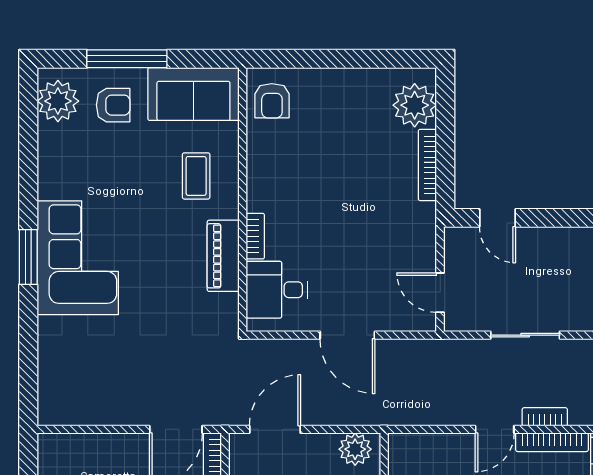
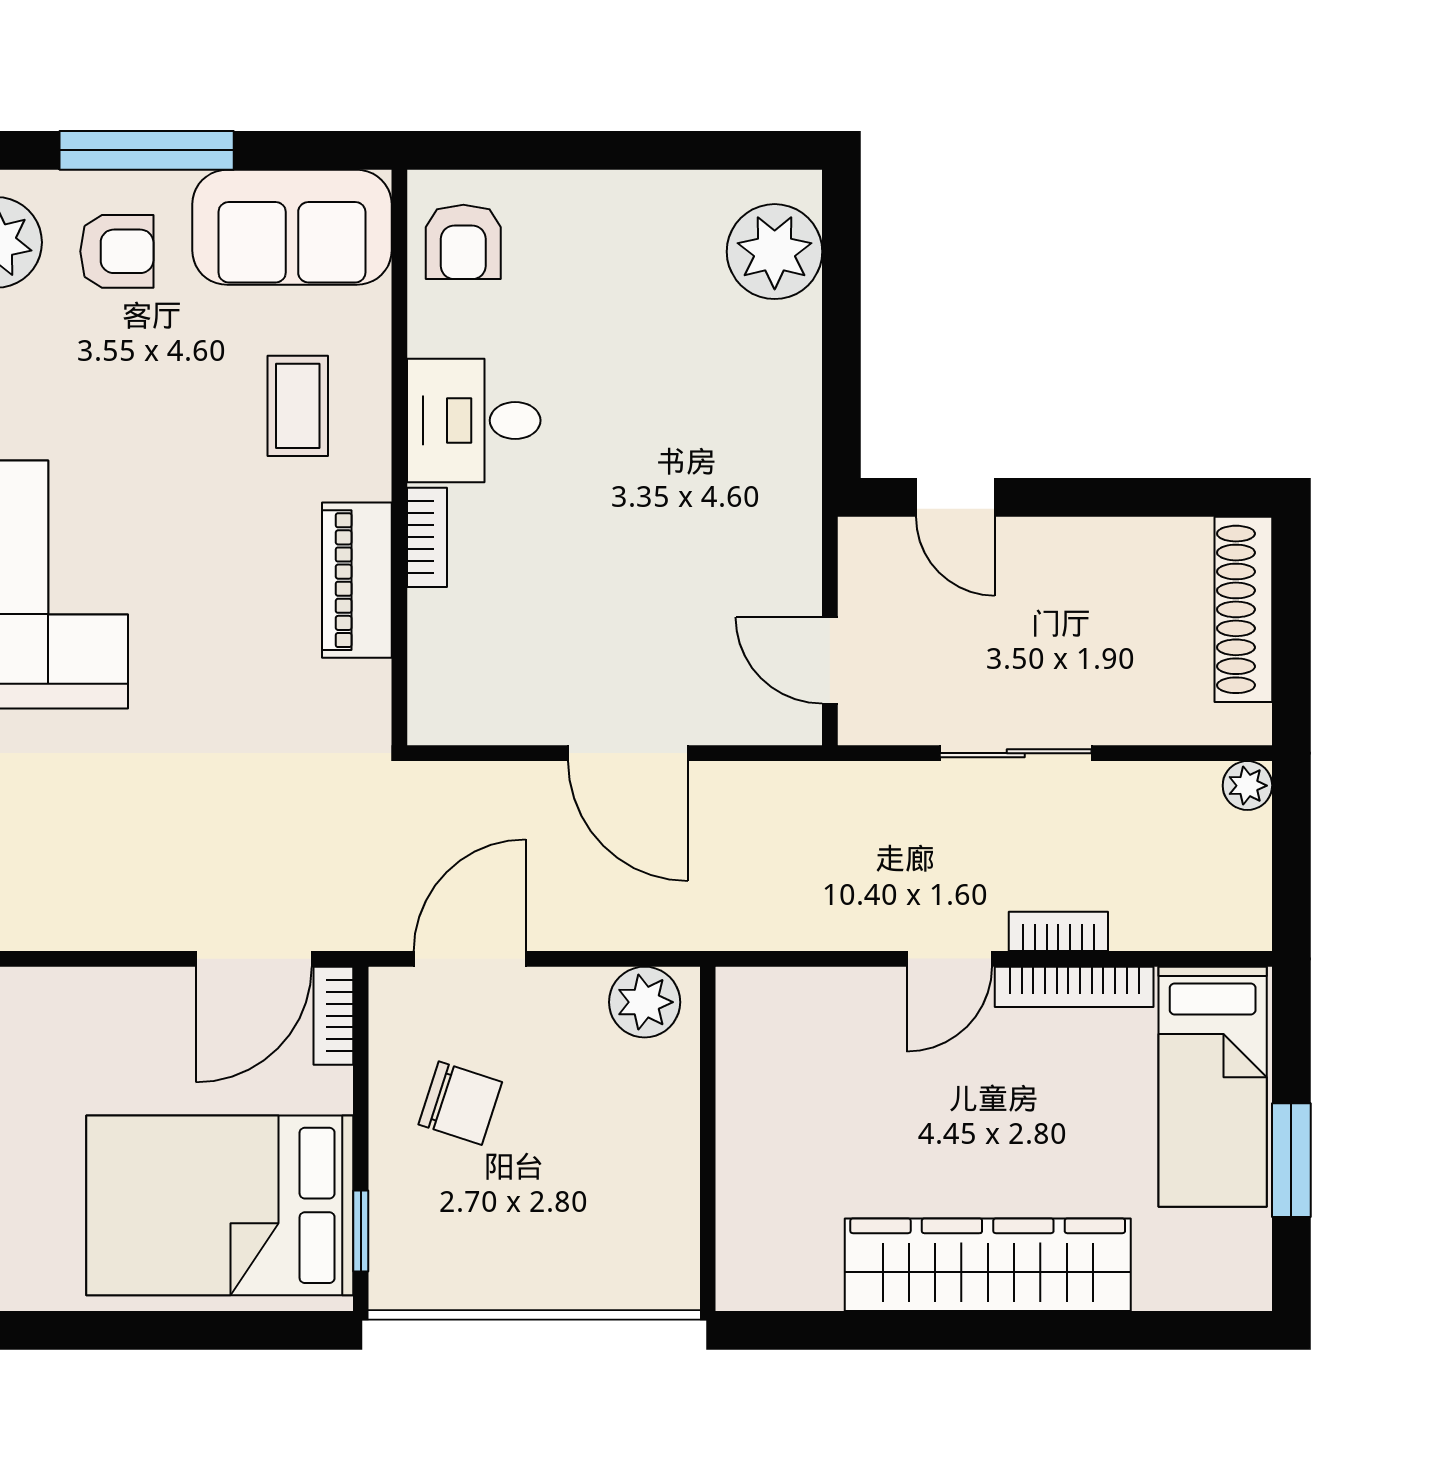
bookcase: (427, 165) -> (802, 382), removed
desk: (277, 290) -> (474, 420), moved

